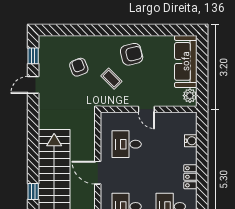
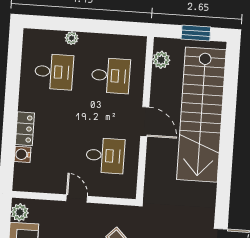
locker: (190, 177) -> (25, 129), moved
window: (33, 191) -> (229, 103), removed

